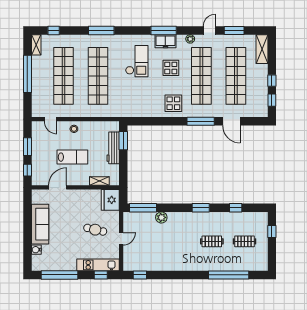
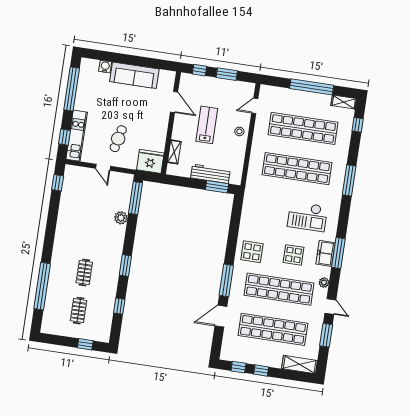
lab bench: (72, 157) -> (207, 125), turned 180

